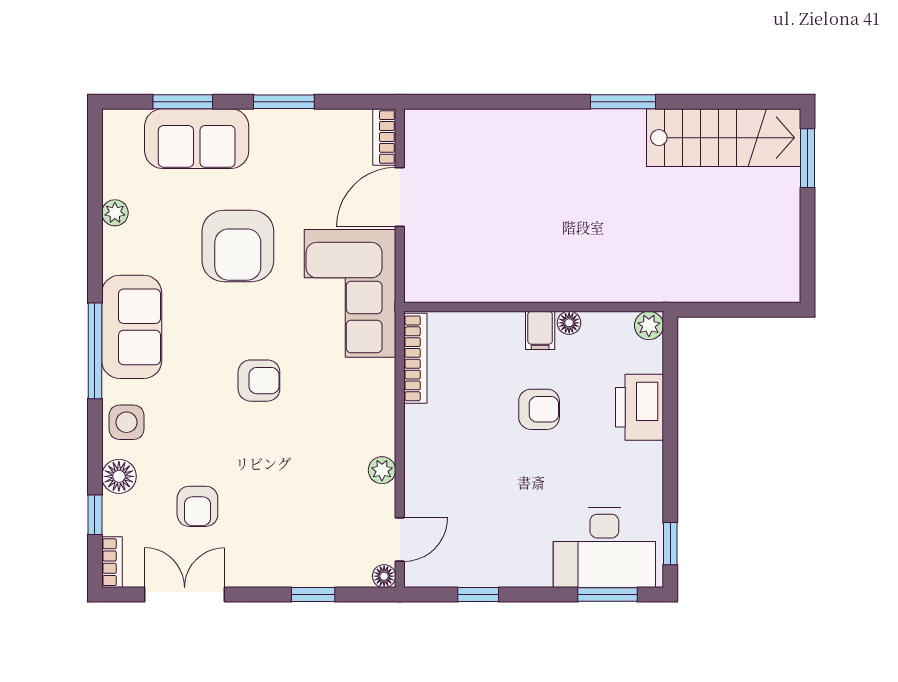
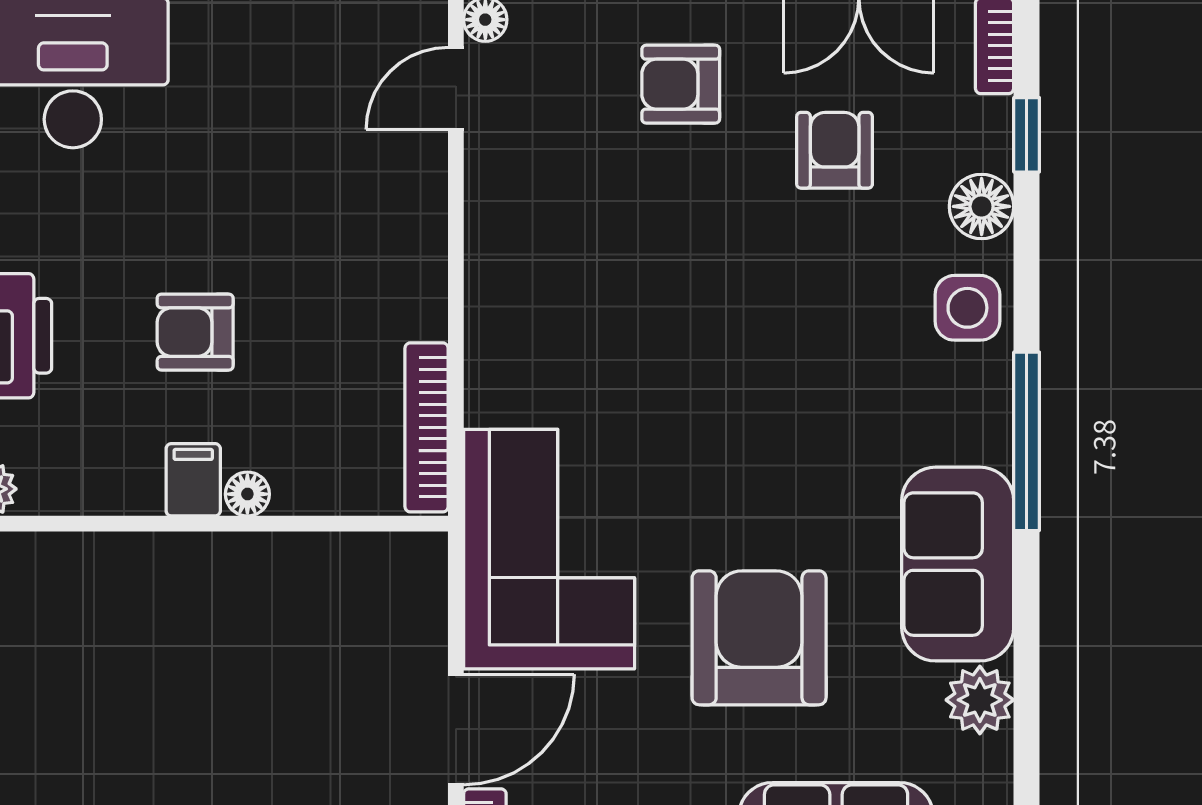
plant: (115, 213) -> (980, 700), width x1.38, depth x1.38
floor lamp: (569, 323) -> (247, 494), moved
sofa: (132, 327) -> (958, 564), moved
armchair: (259, 381) -> (681, 84), moved
plant: (382, 470) -> (489, 218), removed

